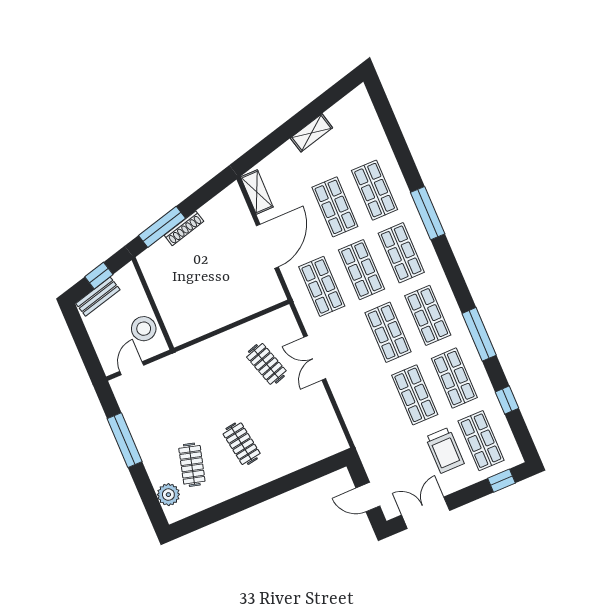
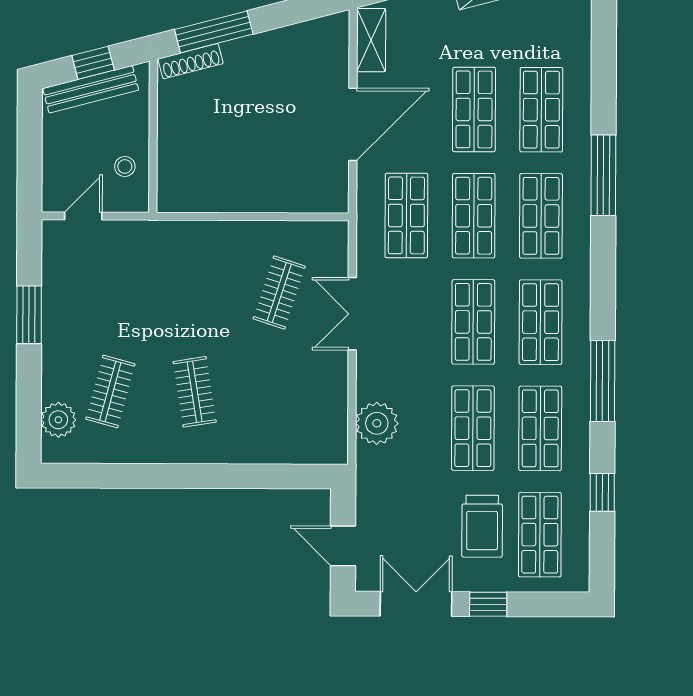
shoe rack: (184, 228) -> (191, 61), moved
bench: (98, 297) -> (91, 89), width x1.36
stool: (144, 329) -> (125, 166), width x0.53, depth x0.53
clothes rail: (266, 364) -> (279, 292), turned 36
plant: (357, 416) -> (377, 423), added
window: (125, 440) -> (29, 315), width x0.69
window: (501, 481) -> (488, 604), moved

